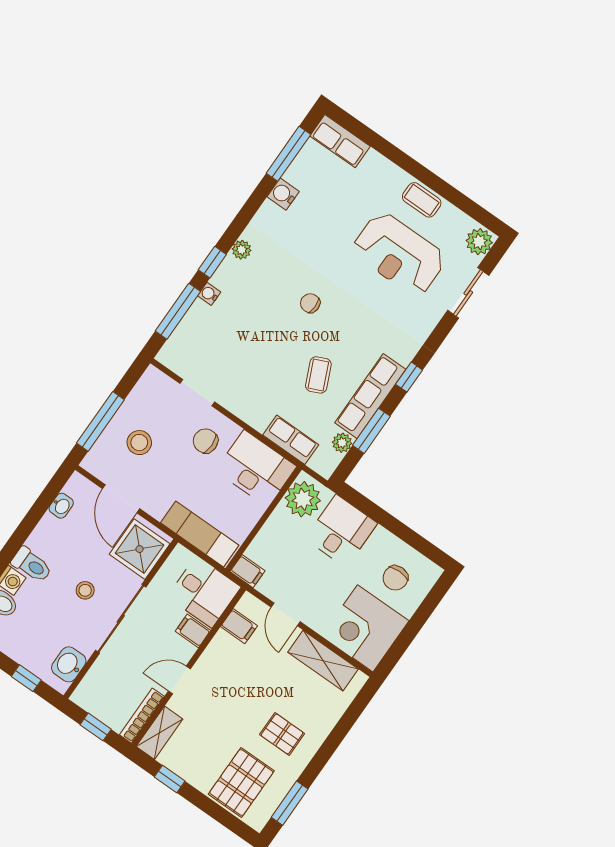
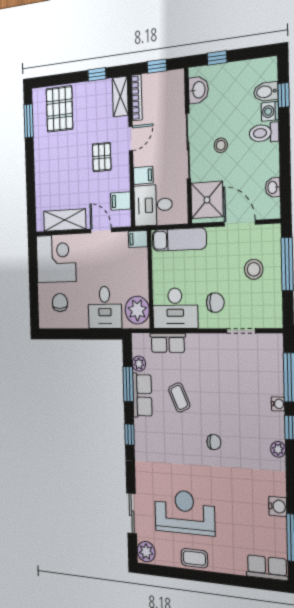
row of seats: (370, 396) -> (142, 395), width x0.68
pallet: (282, 734) -> (102, 157), moved, turned 90

